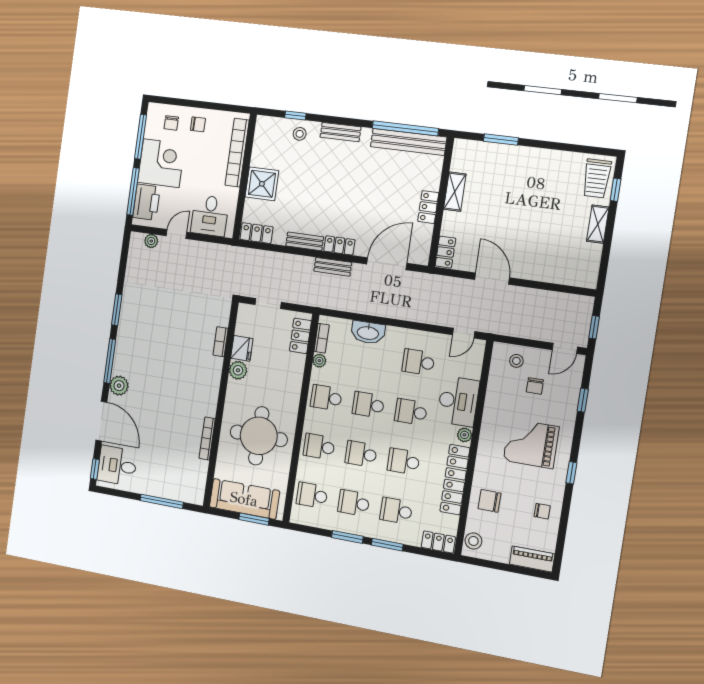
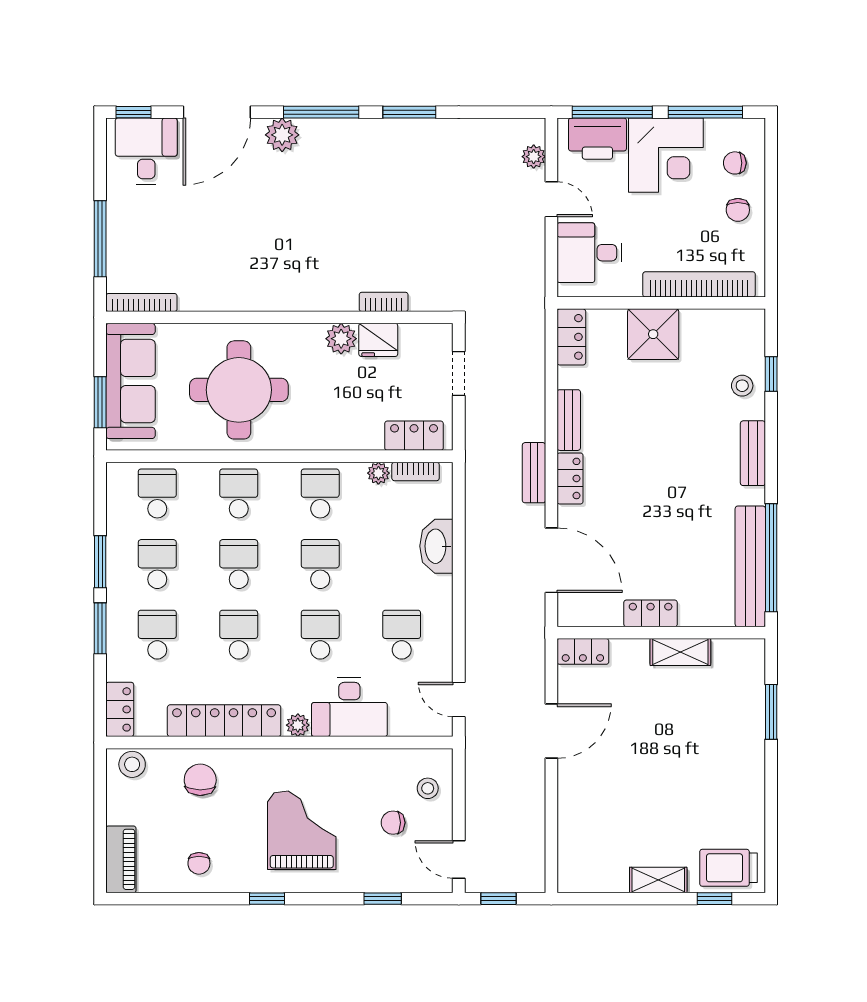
bookcase: (207, 439) -> (141, 303), moved

